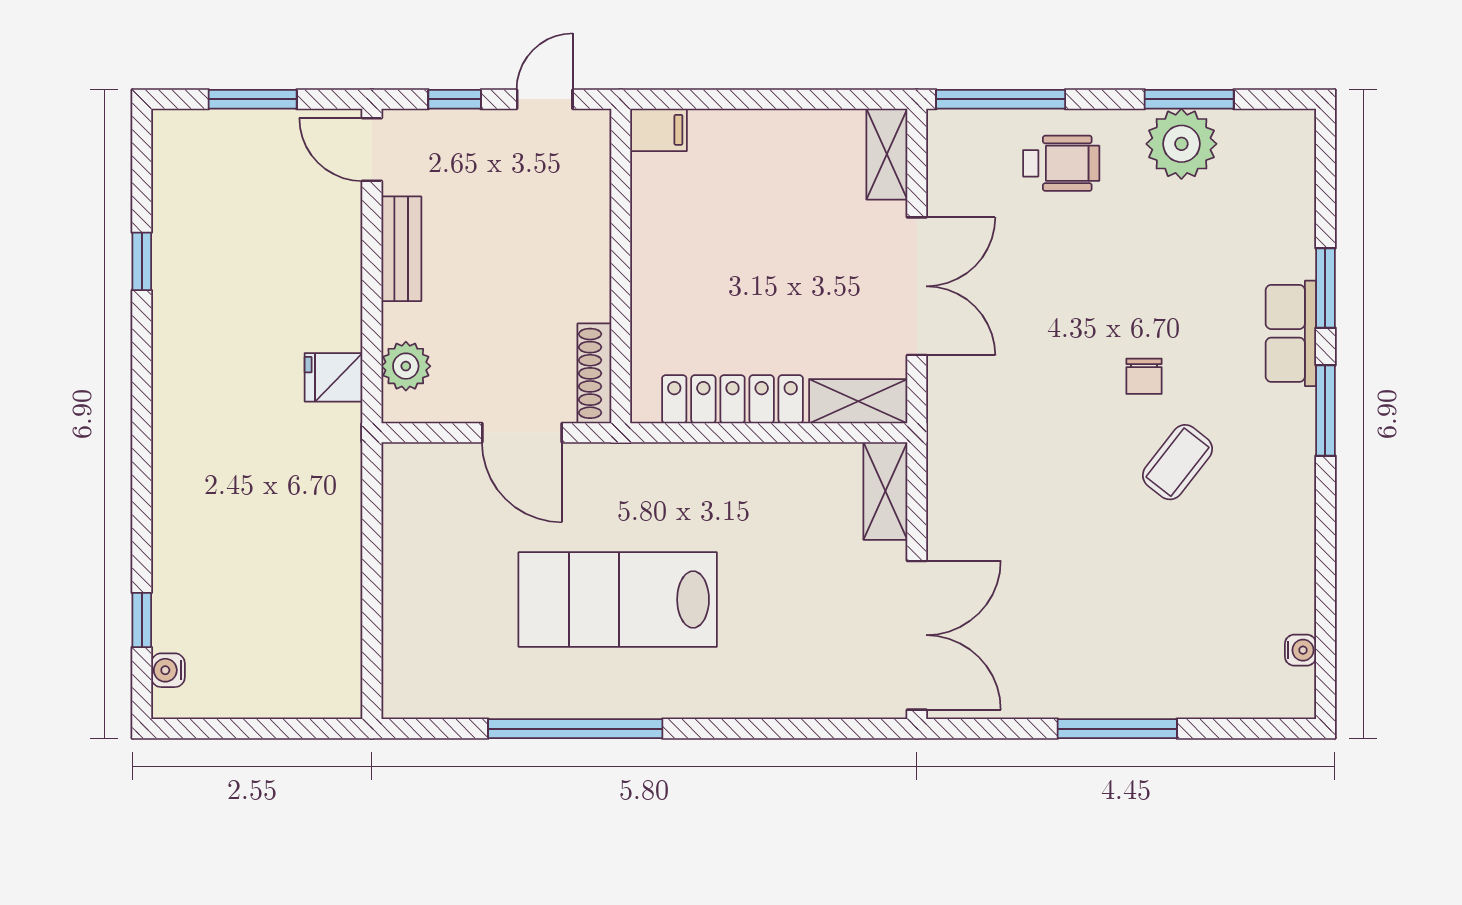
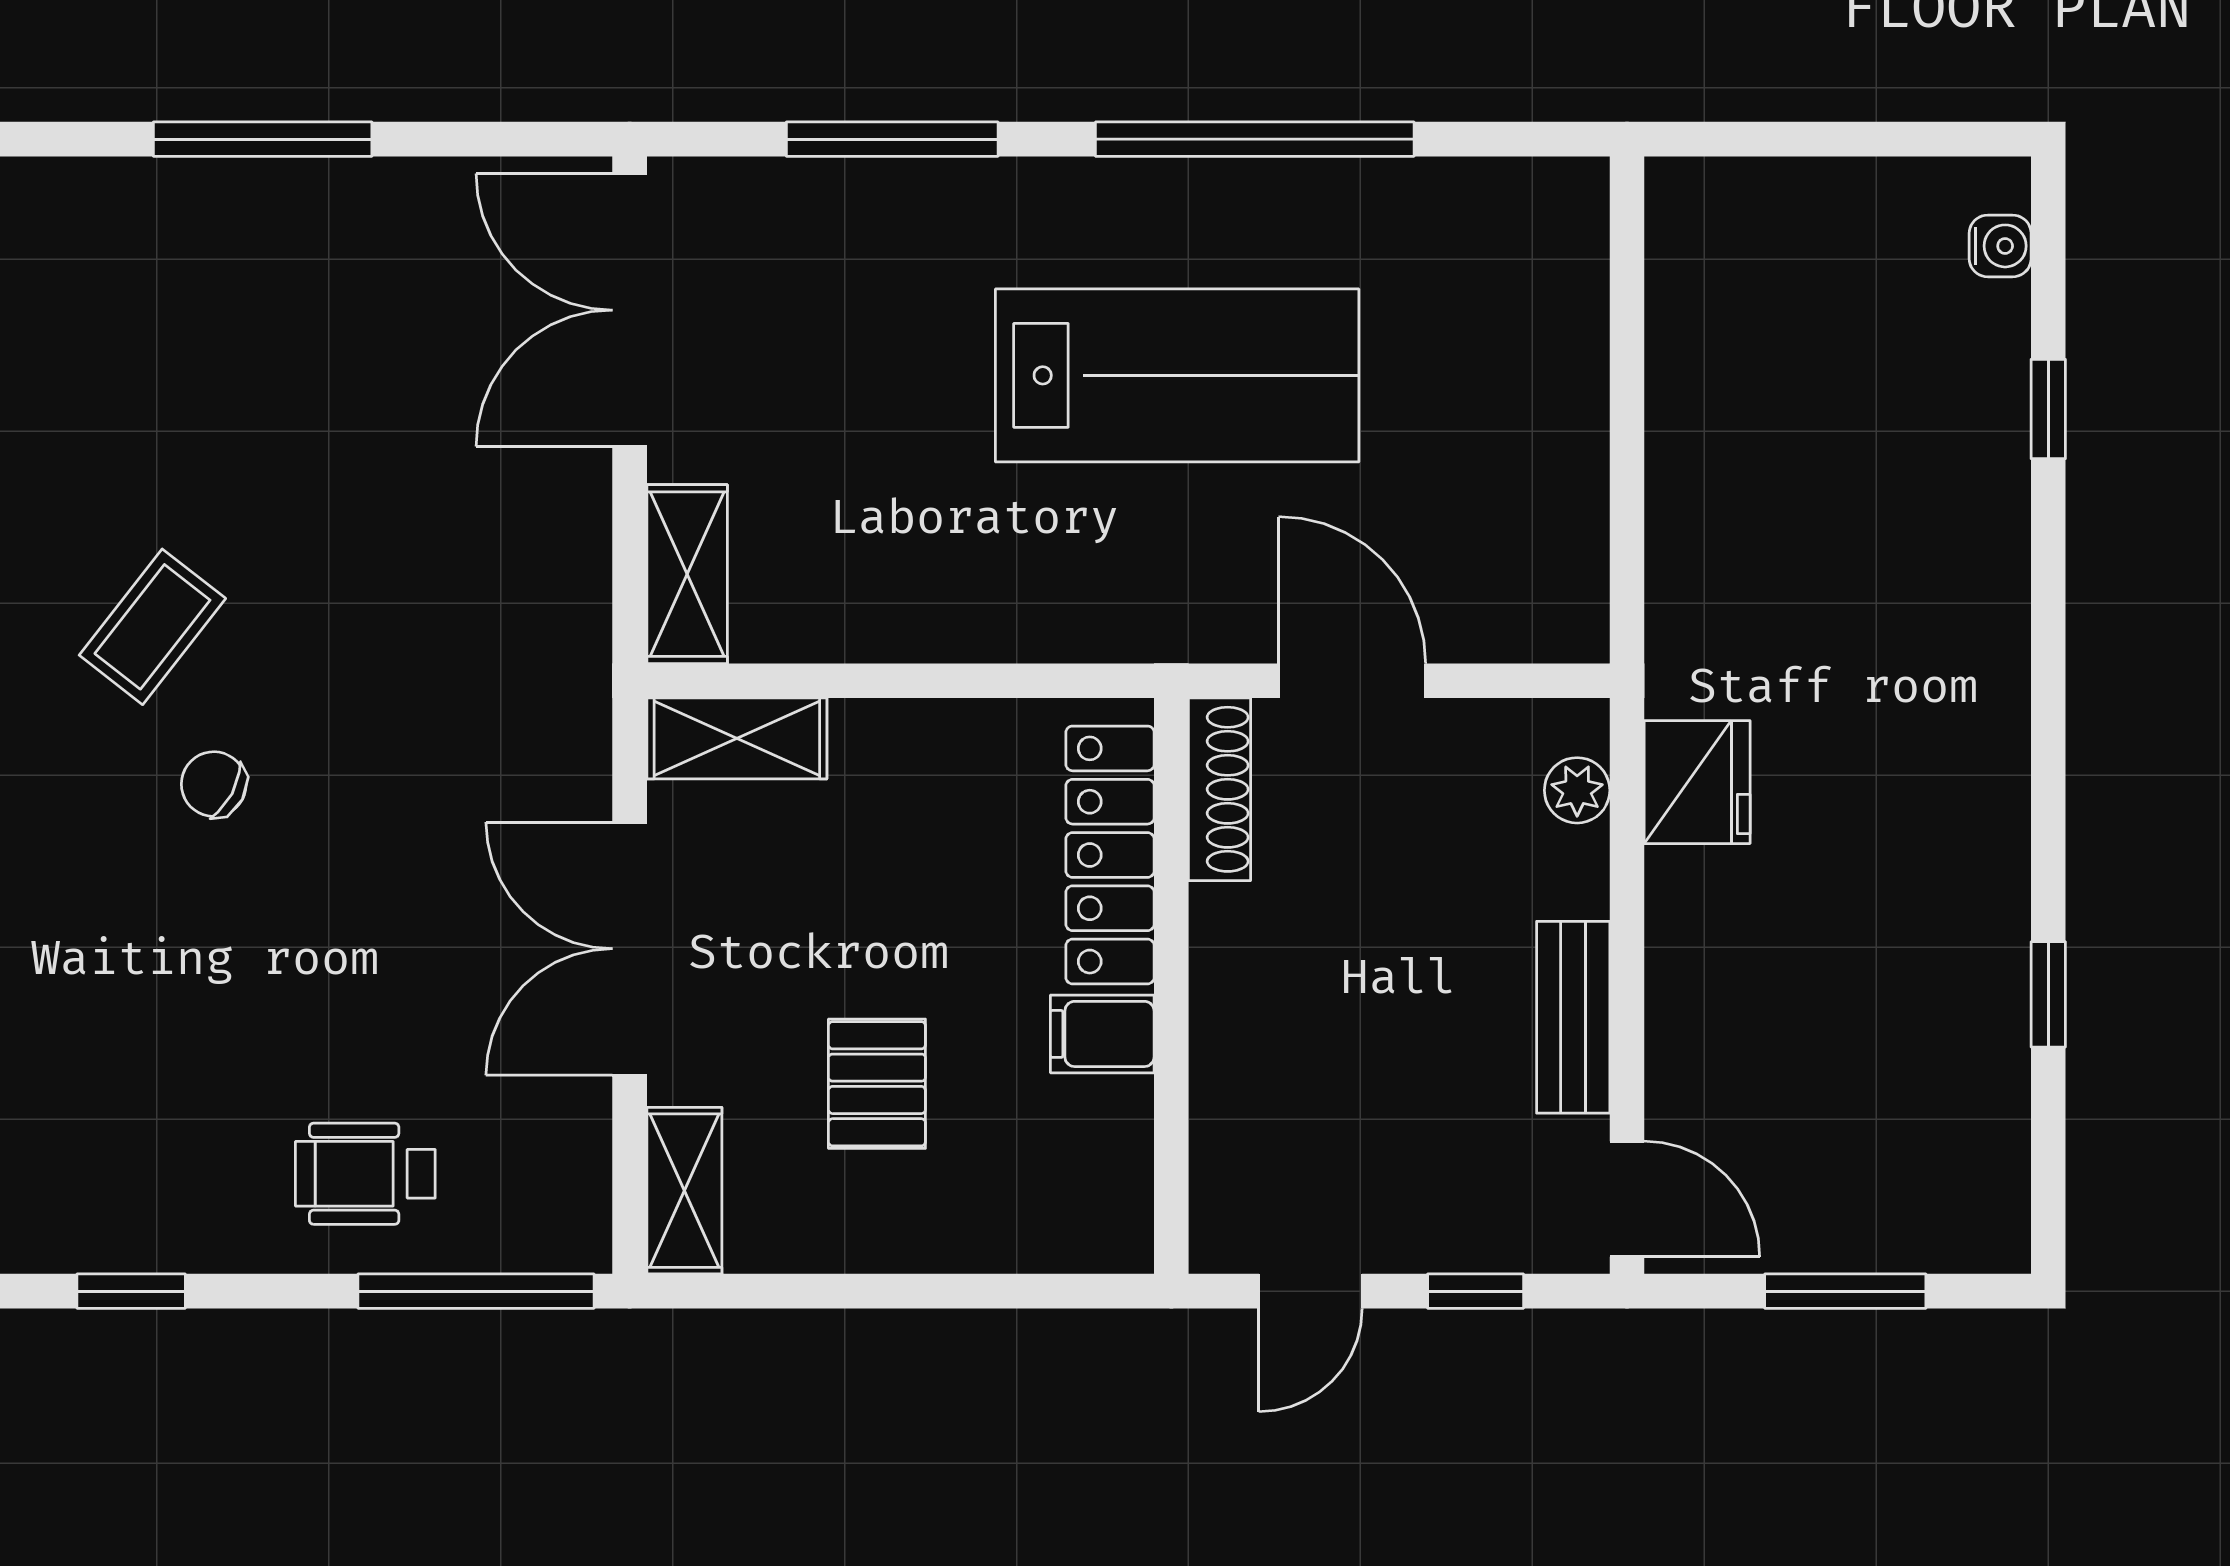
window: (1189, 99) -> (131, 1291), width x0.67
filing cabinet: (659, 130) -> (1102, 1034), moved
plant: (1181, 144) -> (145, 1209), removed
pallet: (782, 212) -> (877, 1084), added
plant: (406, 366) -> (1577, 790), width x0.73, depth x0.73
chair: (1144, 376) -> (214, 784), turned -62
fridge: (334, 377) -> (1697, 782), width x1.38
locker: (732, 399) -> (1110, 855), moved, turned 90
window: (142, 620) -> (2048, 409), moved
window: (773, 729) -> (892, 139), added

